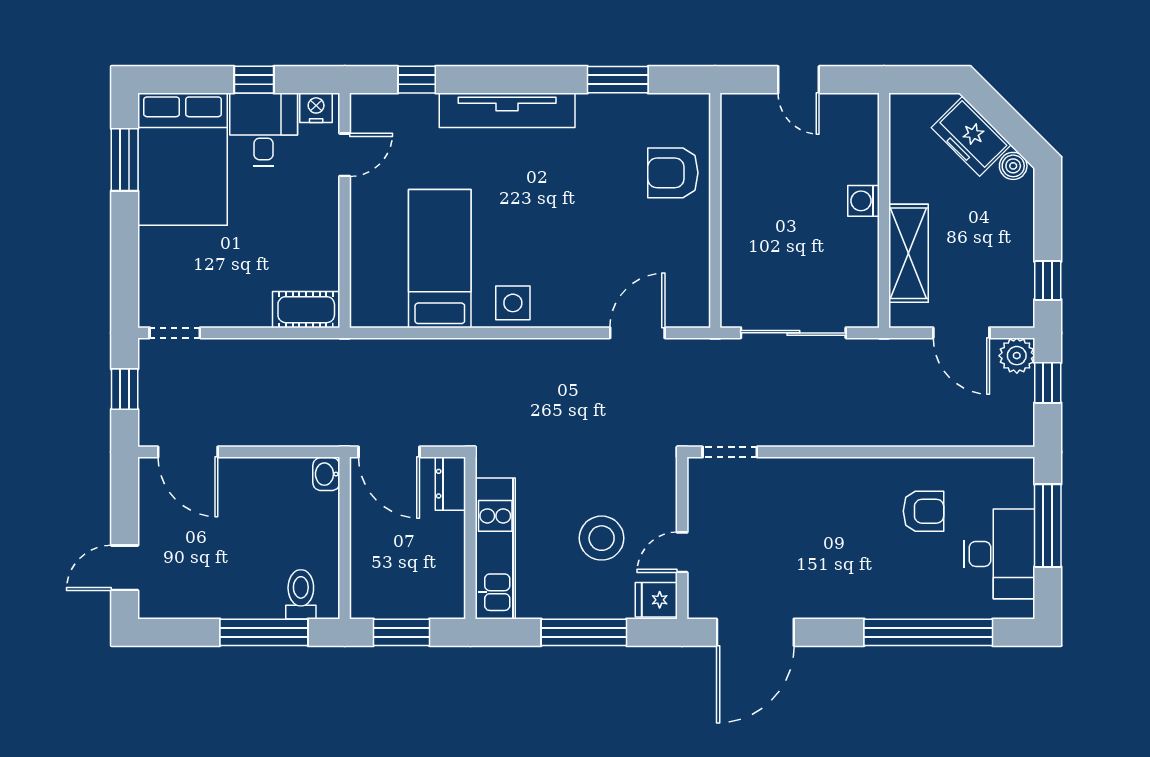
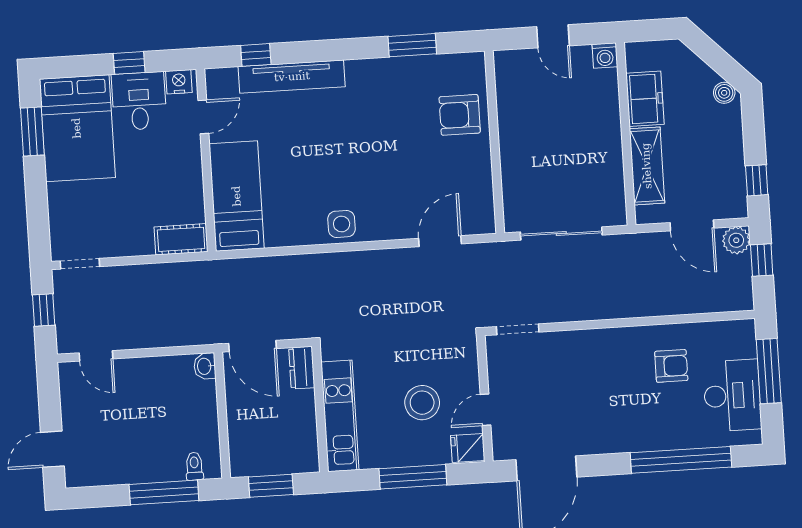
tv unit: (507, 110) -> (292, 77), moved
freezer: (971, 136) -> (645, 99), moved, turned -135
washing machine: (863, 201) -> (605, 55), moved, turned -90
bed: (440, 259) -> (237, 196), moved
door: (188, 452) -> (96, 356), width x0.73
toilet: (301, 594) -> (194, 466), width x0.73, depth x0.72

